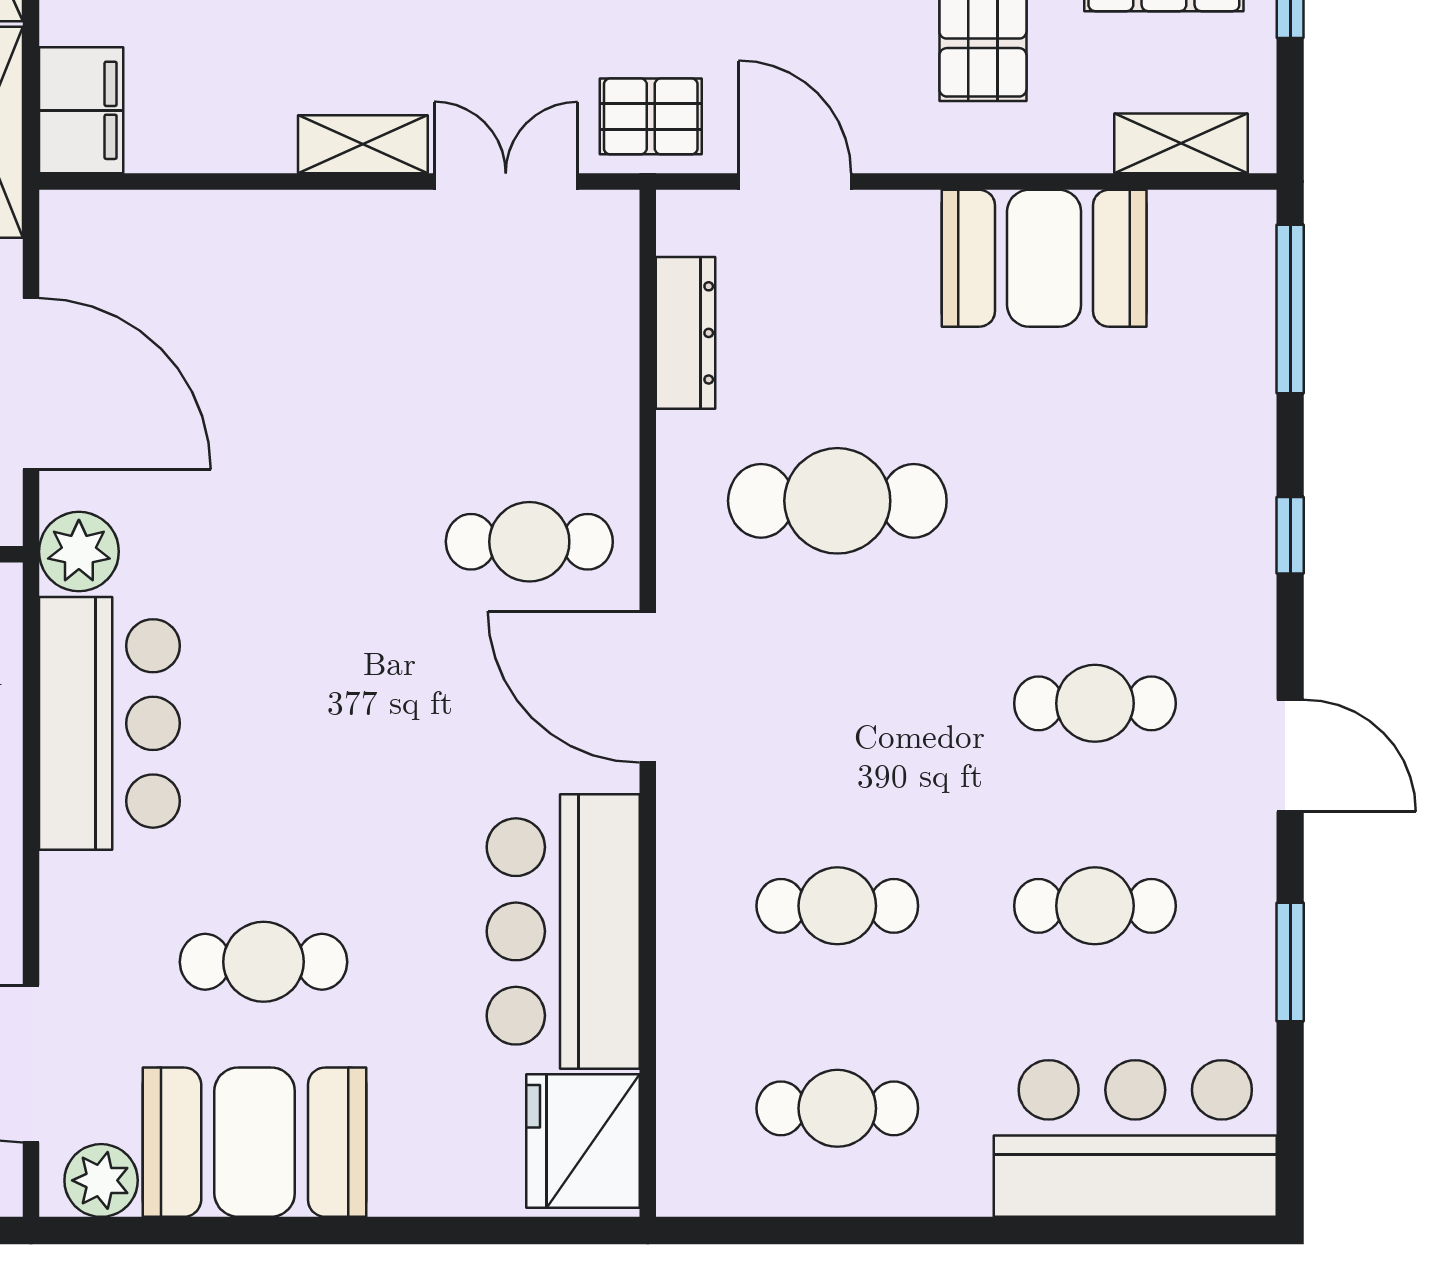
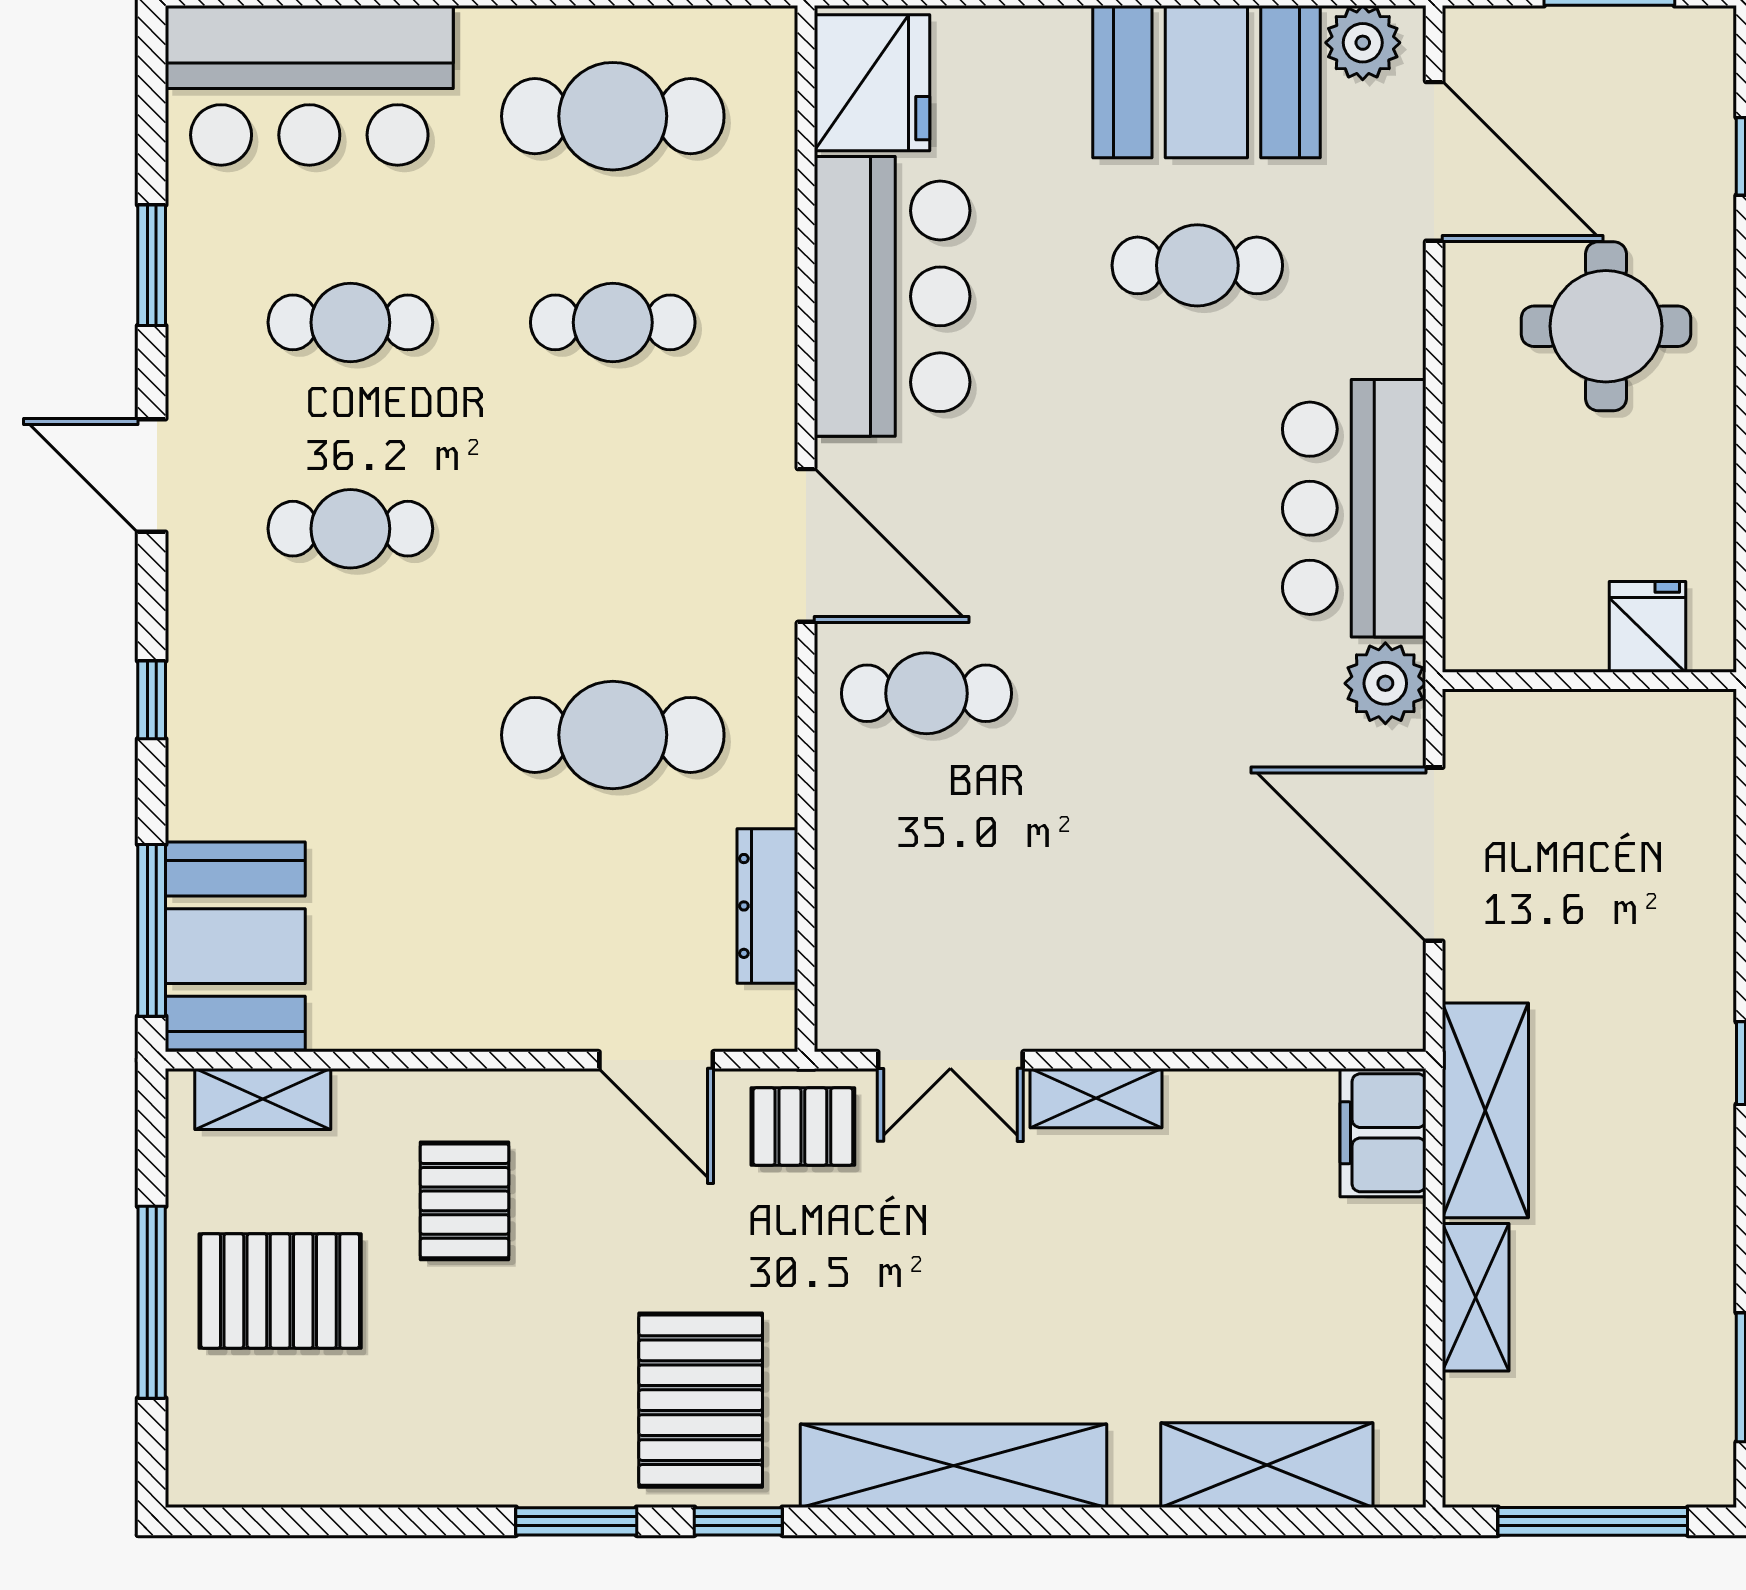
booth: (1044, 258) -> (235, 946), moved, turned 90
cafe table: (837, 1108) -> (613, 116), width x1.37, depth x1.35

